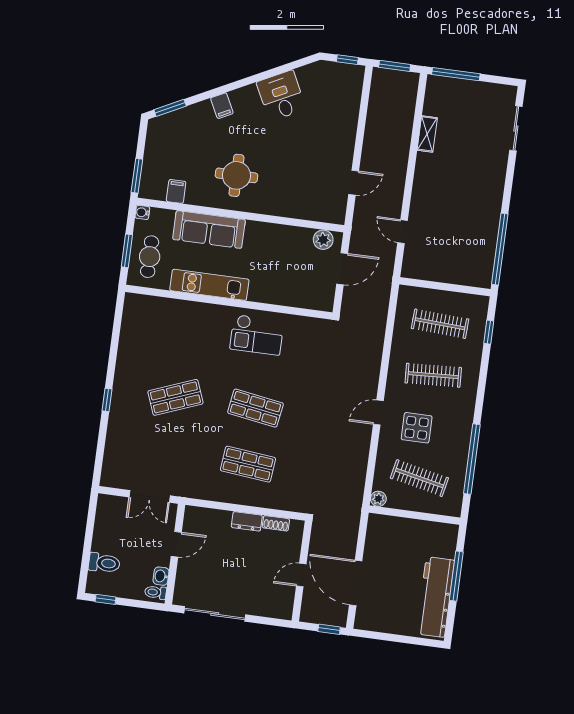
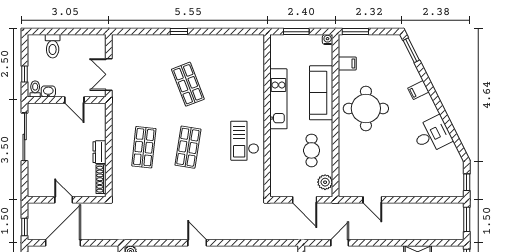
round table: (236, 175) -> (366, 108), width x1.36, depth x1.36
cafe table: (150, 257) -> (312, 150), moved, turned 90
shoe rack: (276, 523) -> (101, 179), width x1.43
window: (105, 599) -> (25, 74), moved

